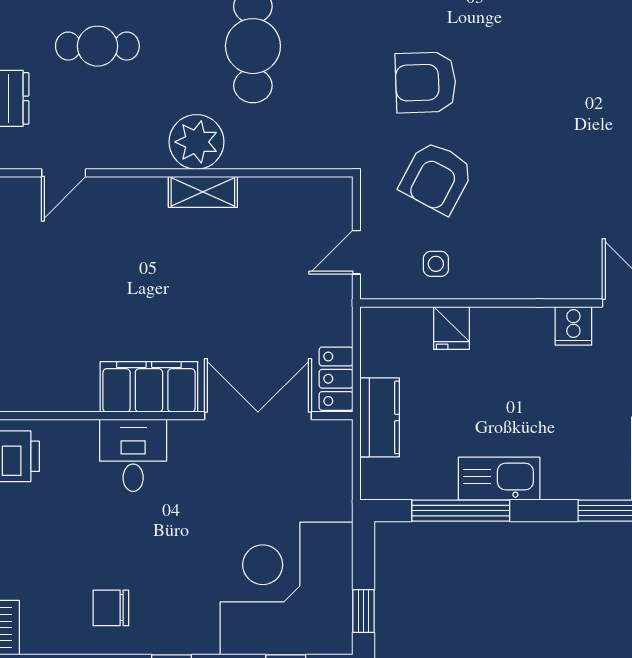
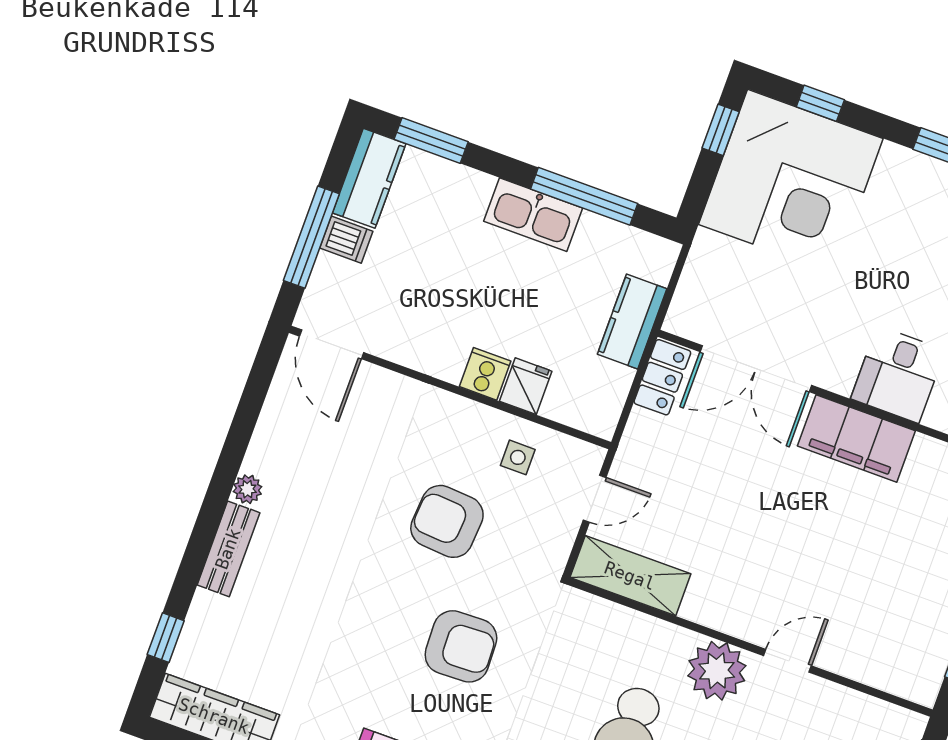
door: (64, 173) -> (787, 661), moved
armchair: (437, 177) -> (447, 521), moved, turned -114
shelving: (203, 192) -> (630, 576), moved, width x1.50, depth x1.33
cooker: (573, 326) -> (485, 374), moved

